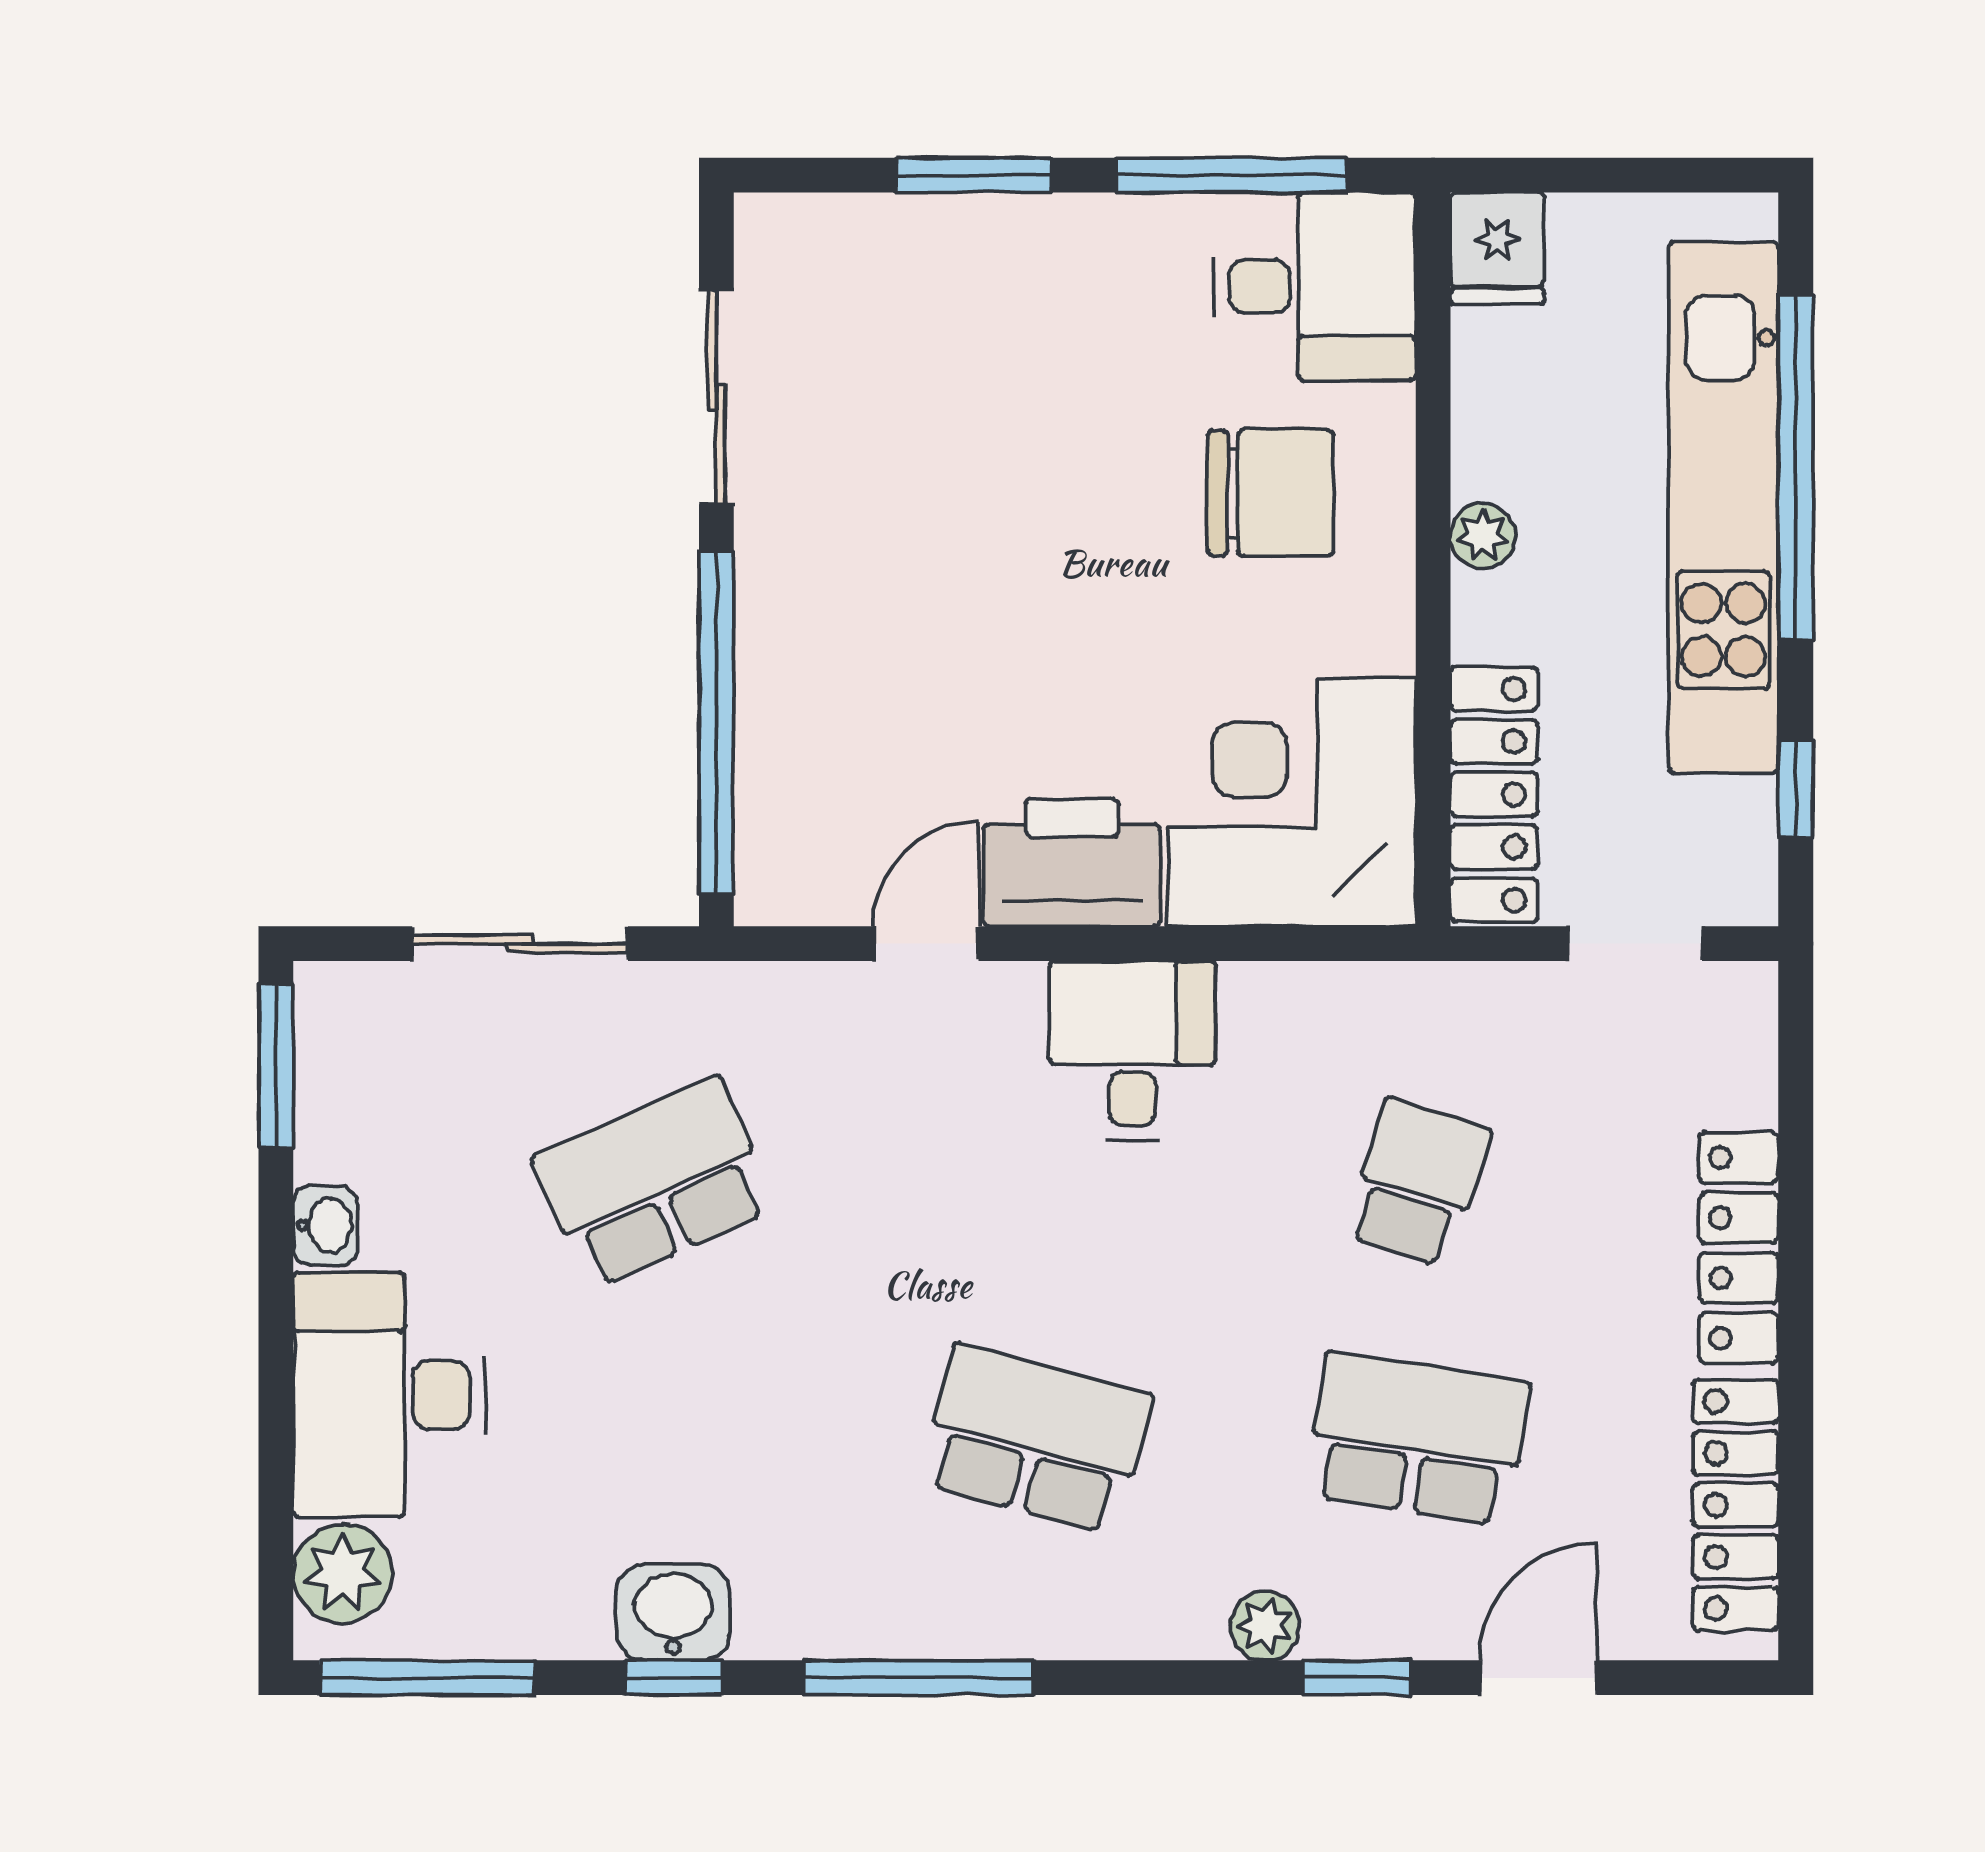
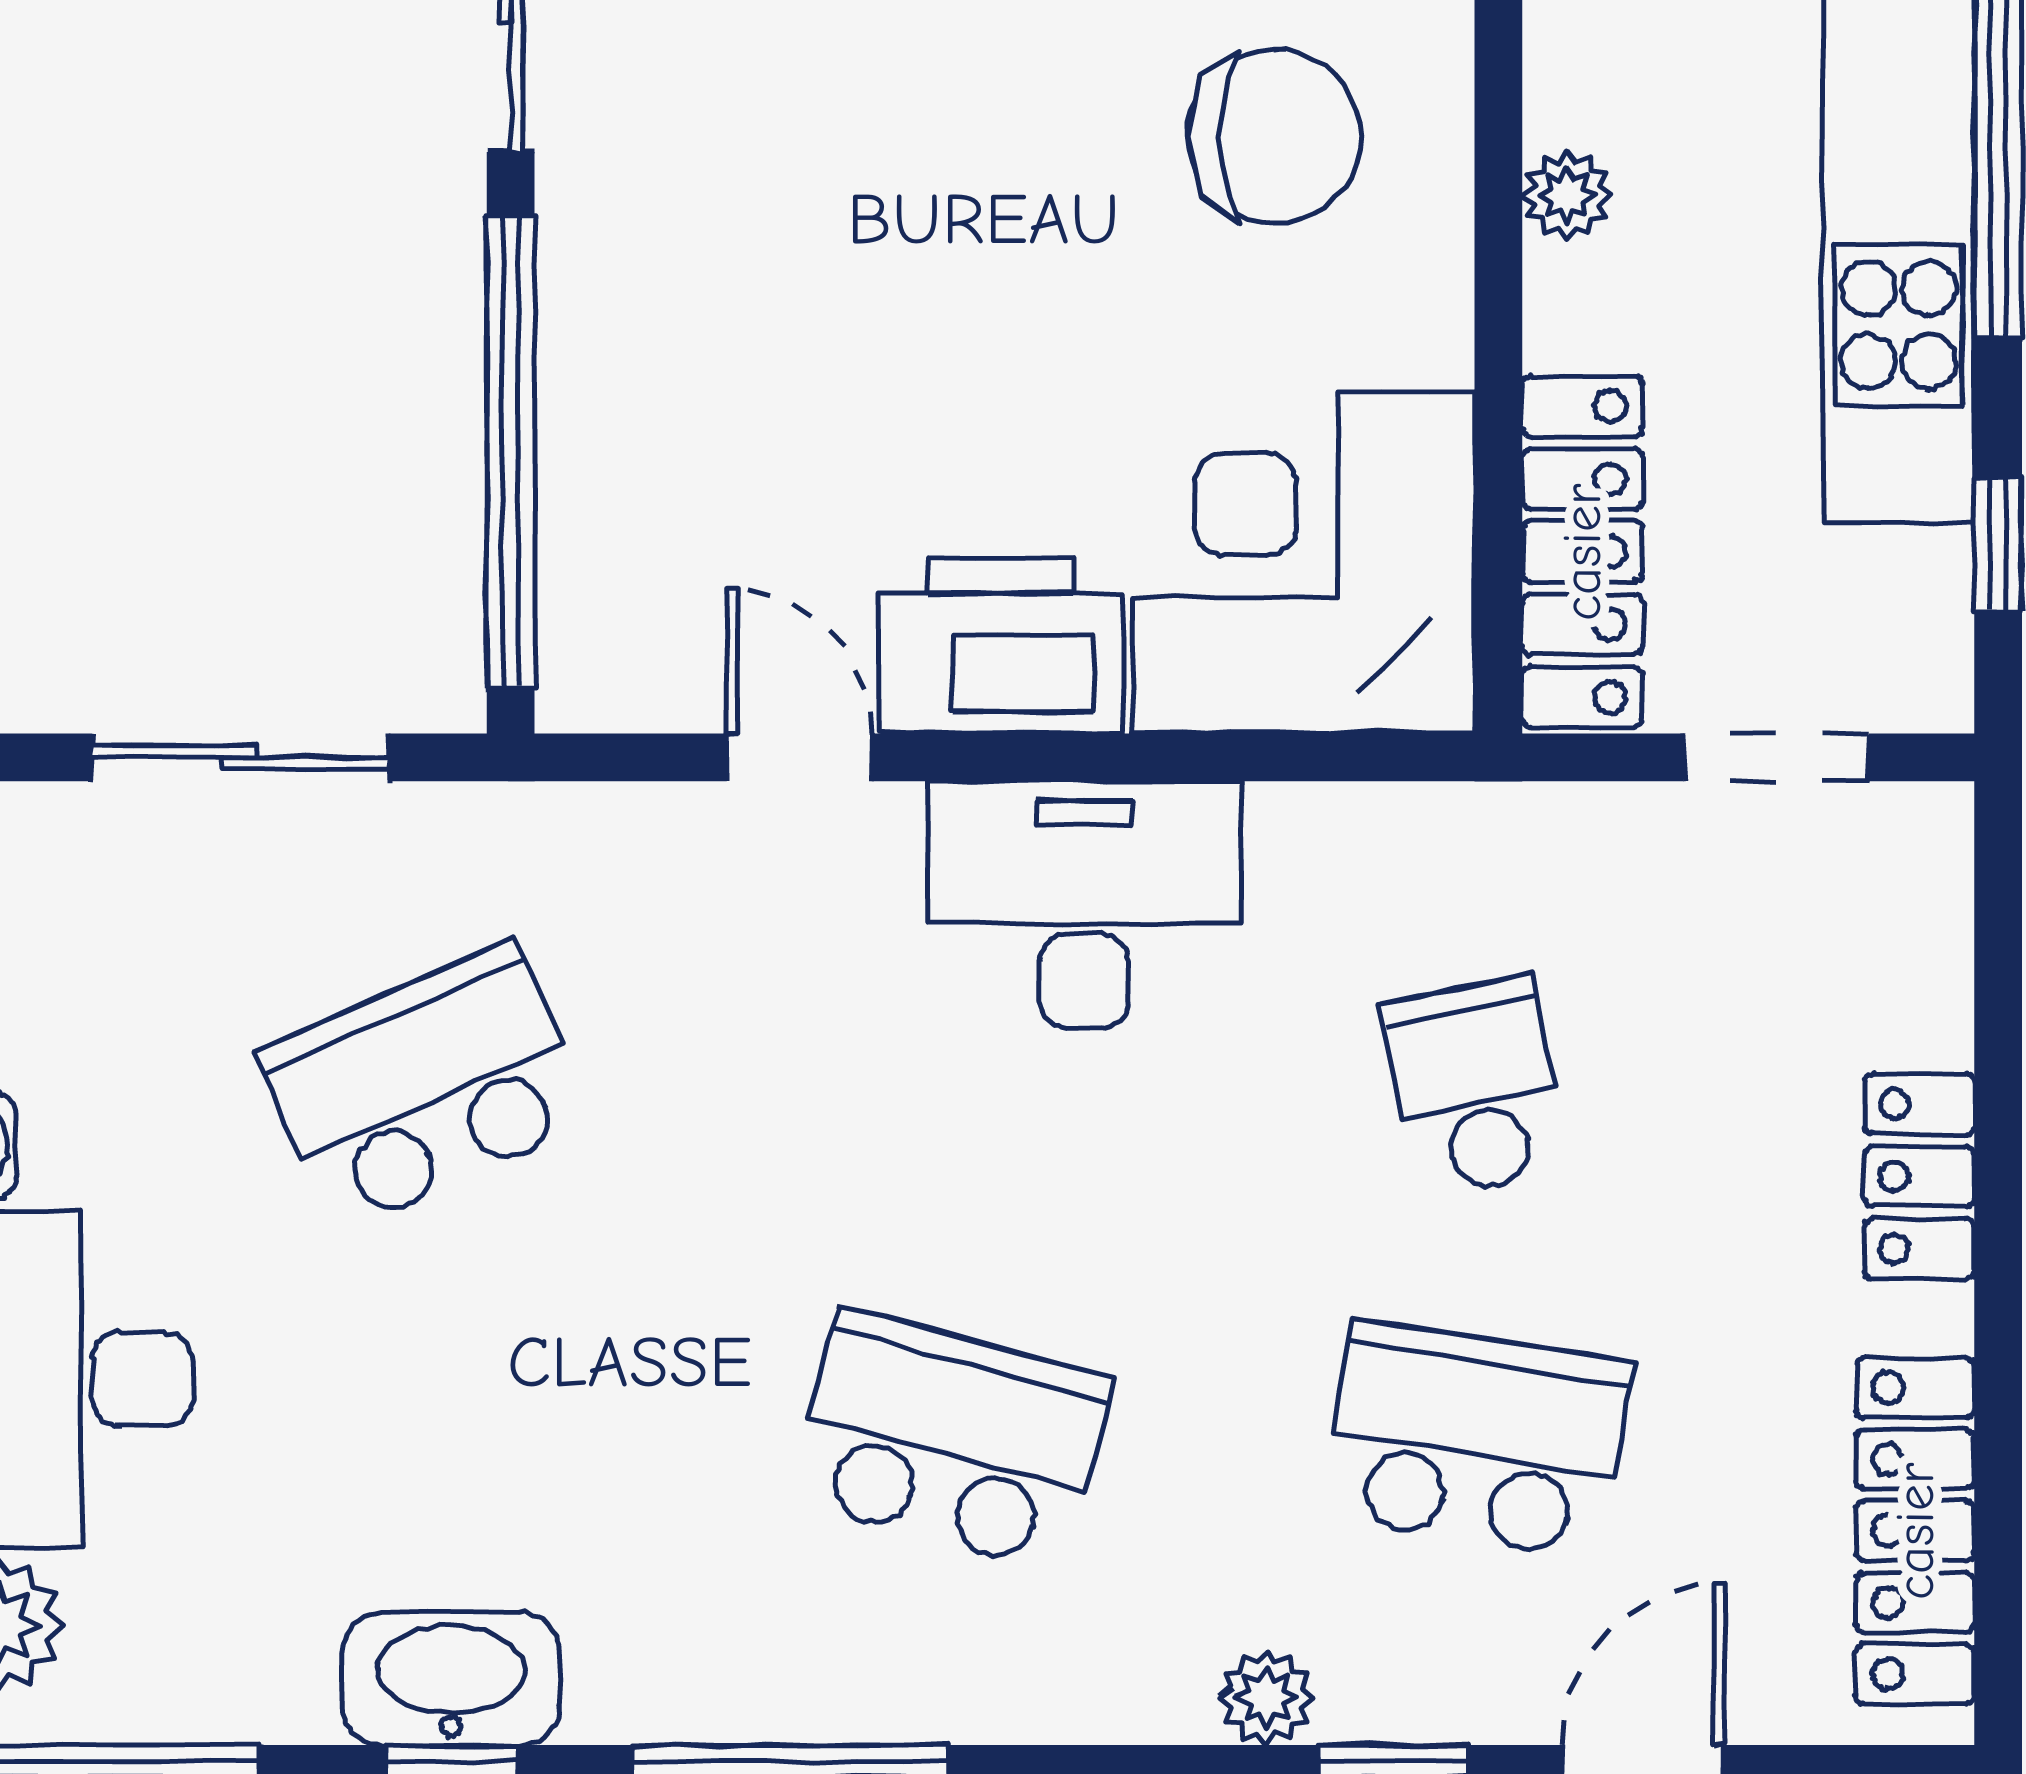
door: (926, 944) -> (799, 757), hinge flipped
desk: (1133, 1050) -> (1084, 904), width x1.37
school desk: (1417, 1183) -> (1477, 1087), turned -30
locker: (1739, 1248) -> (1919, 1177), width x0.66
washbasin: (673, 1612) -> (451, 1679), width x1.38

